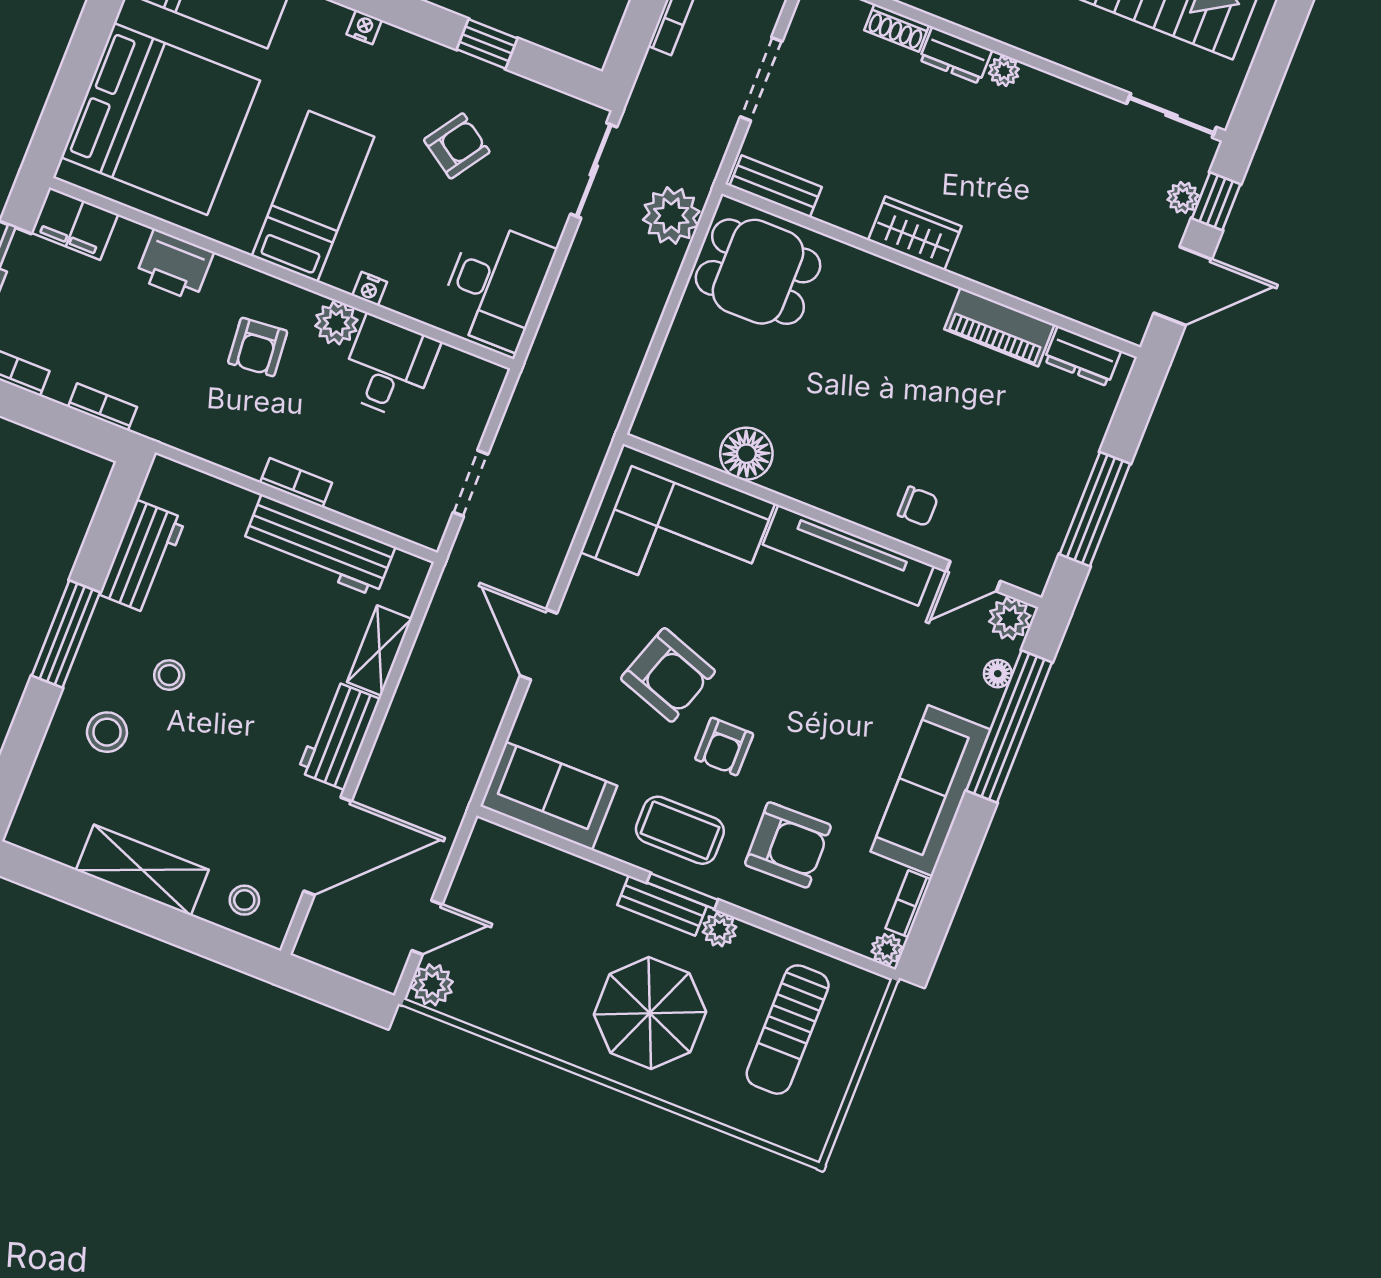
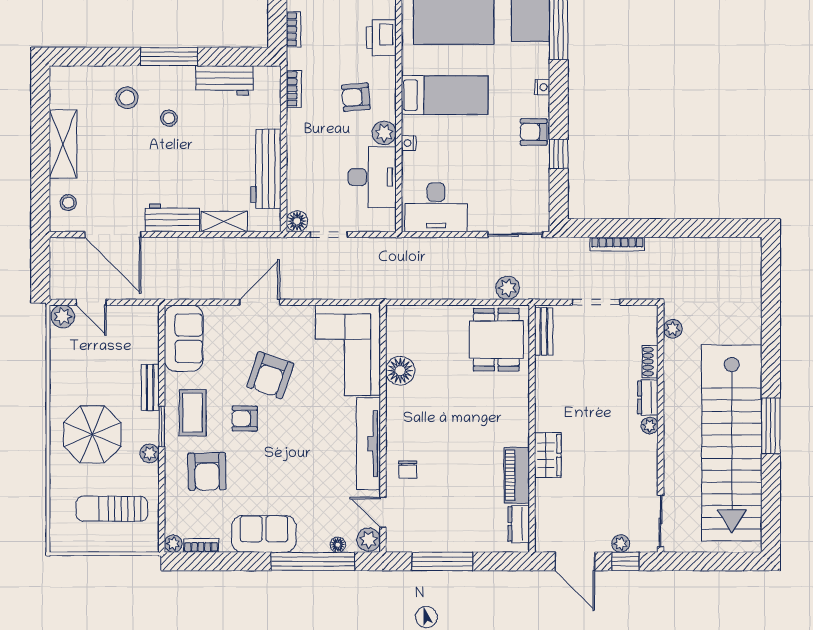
armchair: (457, 146) -> (534, 132), moved, turned 146
plant: (671, 216) -> (508, 288), width x0.73, depth x0.73
wardrobe: (915, 233) -> (548, 455), moved
desk: (389, 367) -> (372, 177), width x1.37
bookcase: (296, 483) -> (294, 89), moved
floor lamp: (427, 528) -> (297, 221), added
sofa: (930, 791) -> (264, 534), width x0.73
bench: (662, 906) -> (150, 387), moved

